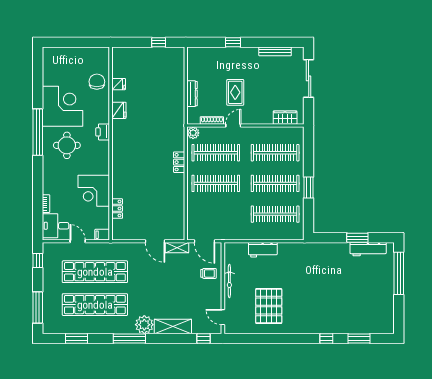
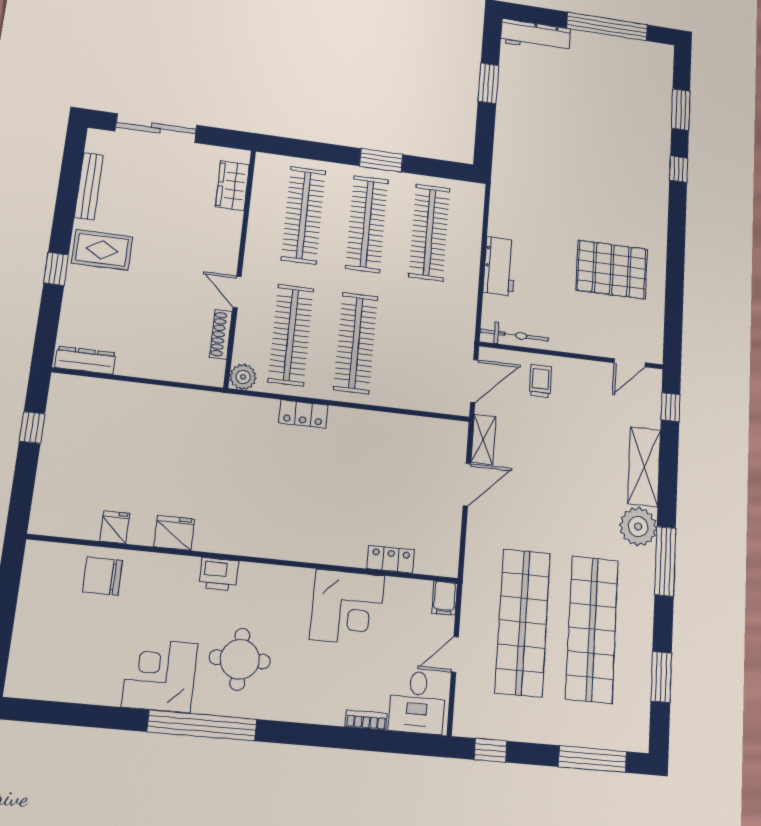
rug: (235, 92) -> (102, 250), moved
dresser: (192, 94) -> (85, 360), moved
corner desk: (62, 106) -> (160, 675), width x0.74, depth x0.74
workbench: (368, 249) -> (536, 36), moved, turned 90
window: (399, 273) -> (607, 27), moved
bicycle: (229, 281) -> (514, 335), moved

